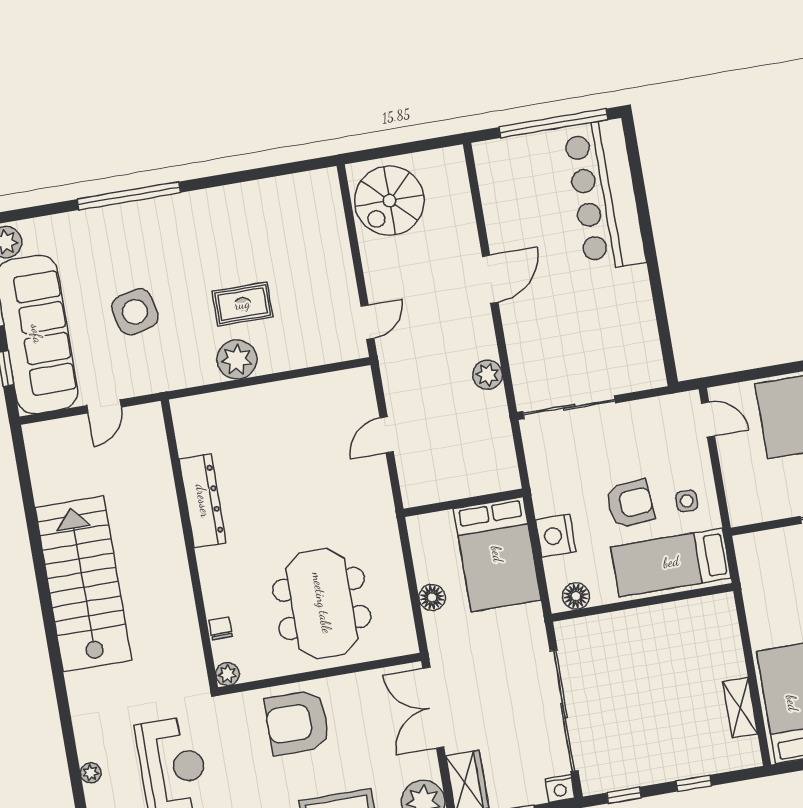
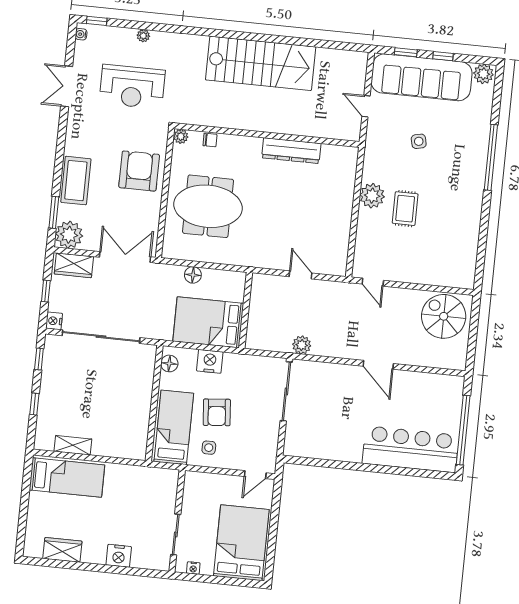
side table: (135, 312) -> (419, 141), width x0.54, depth x0.54
plant: (487, 375) -> (302, 345), moved

